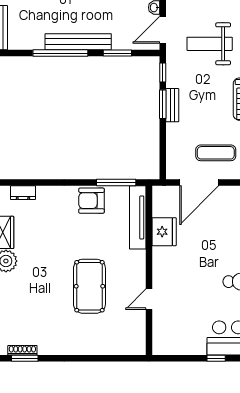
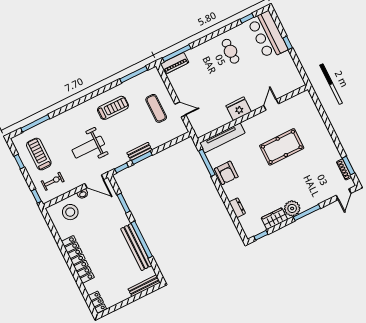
bench: (78, 42) -> (136, 247), moved
weight bench: (210, 44) -> (88, 147), turned 90
door: (199, 183) -> (180, 110), width x0.53
dresser: (23, 193) -> (237, 208), moved
fridge: (164, 232) -> (239, 109), moved
door: (149, 299) -> (271, 105), swing flipped

